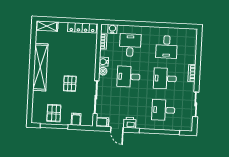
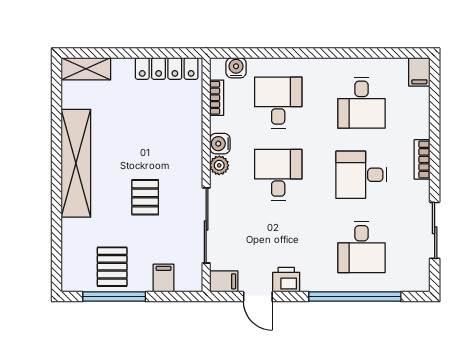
filing cabinet: (193, 35) -> (419, 72), added
desk: (129, 77) -> (278, 175), turned 90
desk: (163, 110) -> (361, 247), turned -90

